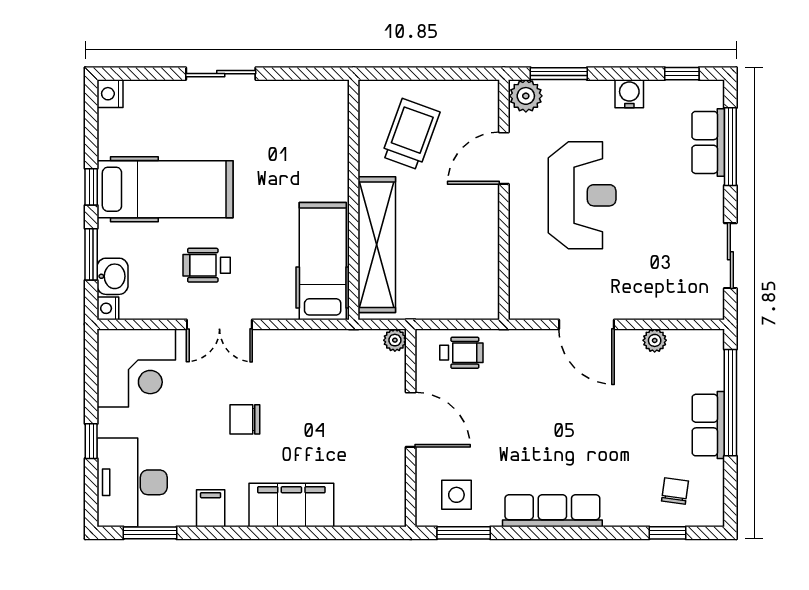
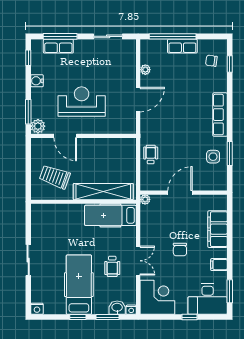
plant: (395, 340) -> (145, 199), moved
door: (411, 420) -> (180, 193), moved
wall: (411, 428) -> (184, 193), moved

